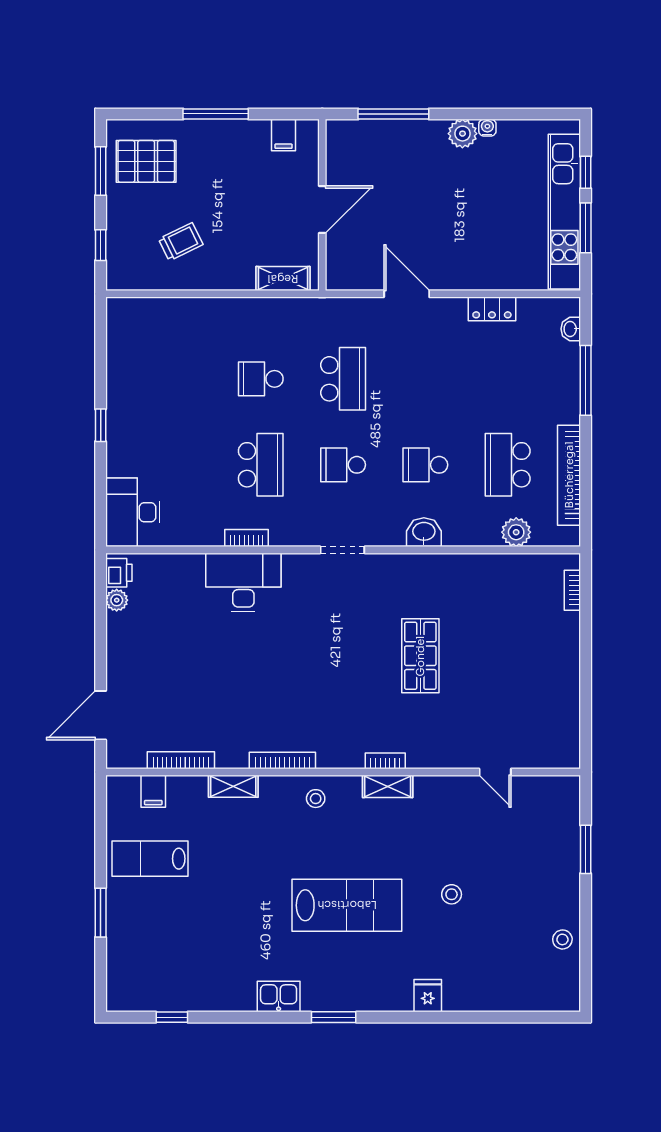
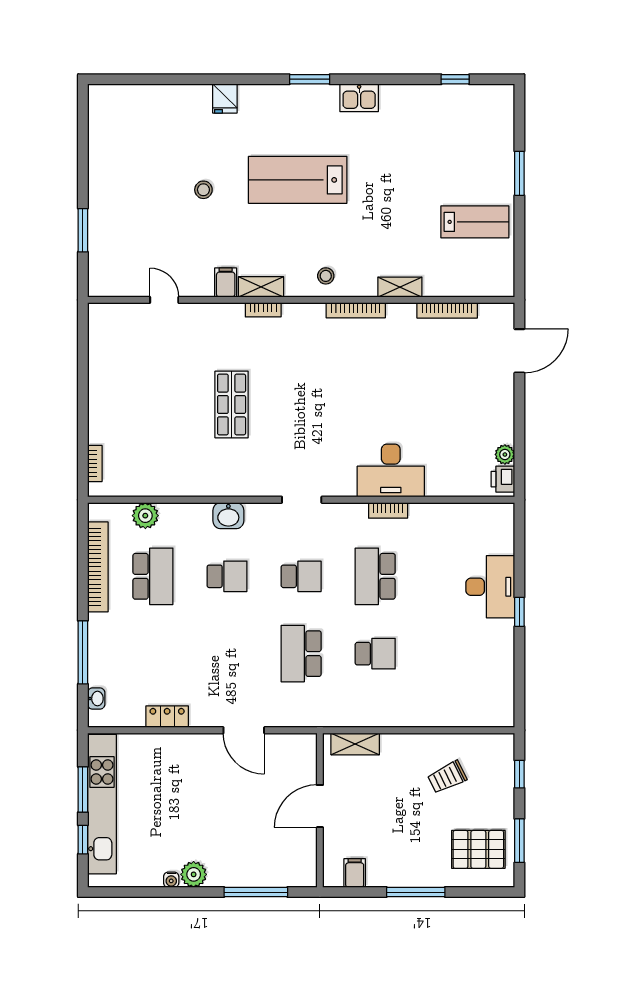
desk: (133, 512) -> (490, 587), moved
filing cabinet: (153, 791) -> (226, 282), moved
stool: (562, 939) -> (104, 149), removed

